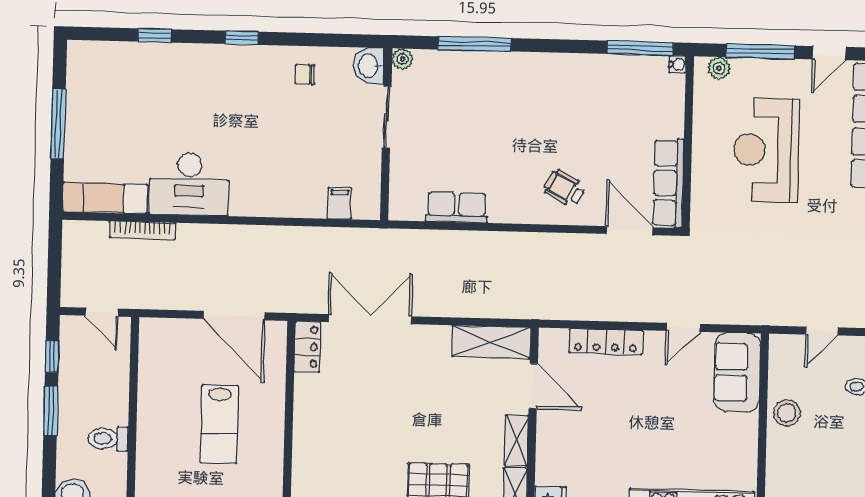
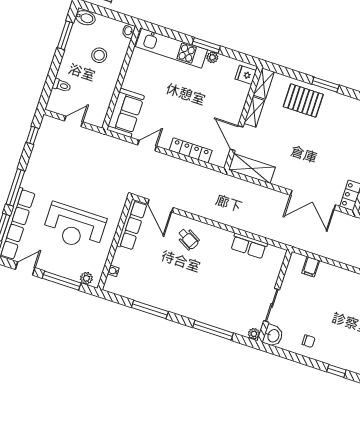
window: (640, 48) -> (150, 310), moved
water cooler: (677, 64) -> (113, 271), moved
reception desk: (766, 150) -> (74, 227), turned 90
stool: (787, 413) -> (99, 55), moved

